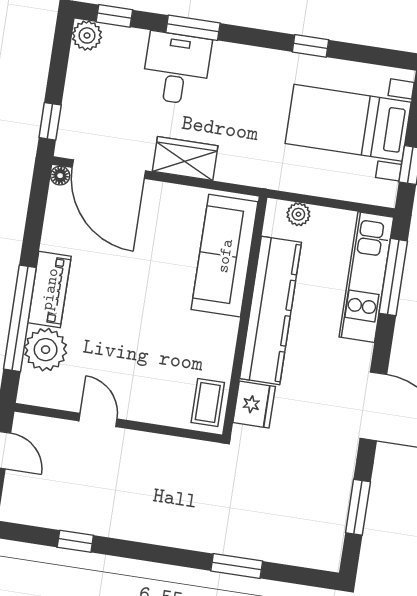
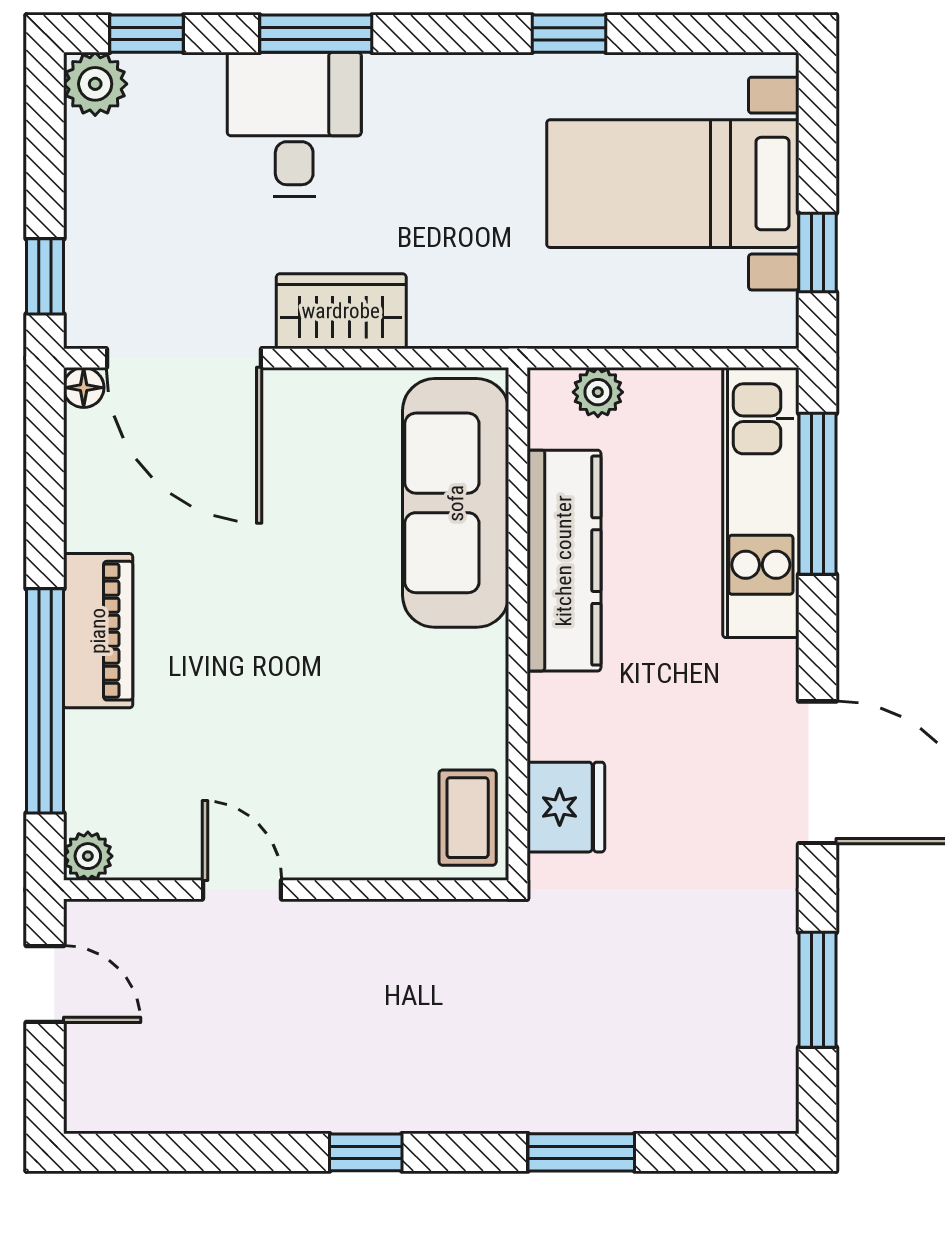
kitchen counter: (271, 310) -> (564, 561), width x0.72, depth x0.86
plant: (46, 350) -> (88, 856), moved, width x0.53, depth x0.53
window: (75, 541) -> (366, 1152), moved

